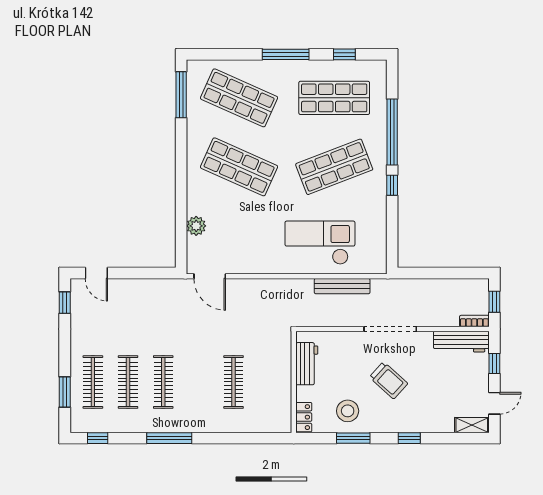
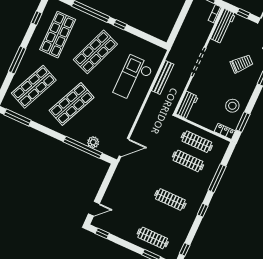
window: (286, 54) -> (17, 60), moved
shop shelf: (334, 167) -> (95, 52), turned 42
window: (181, 214) -> (83, 147), added
workbench: (307, 364) -> (187, 105), moved, turned 90
trolley: (389, 380) -> (242, 64), moved
clothes rail: (128, 382) -> (197, 142), moved
window: (169, 438) -> (203, 210), width x0.46
window: (228, 438) -> (217, 178), added
window: (353, 438) -> (243, 122), moved

